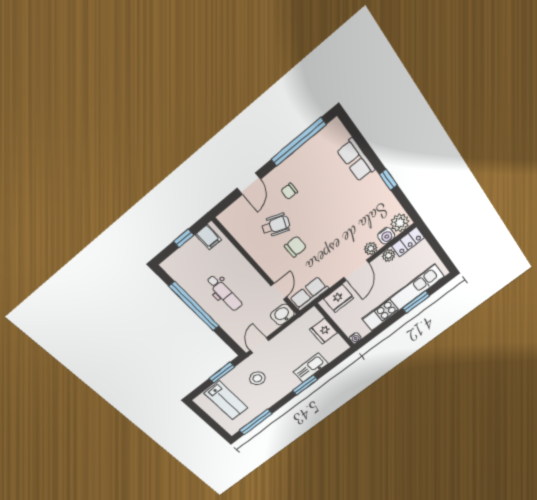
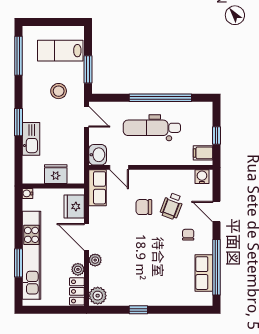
row of seats: (356, 160) -> (204, 273), moved, turned -90
water cooler: (386, 236) -> (202, 177), moved, turned 90
chair: (295, 247) -> (144, 207), turned 90
dental chair: (224, 293) -> (152, 128), width x1.36, depth x1.38

